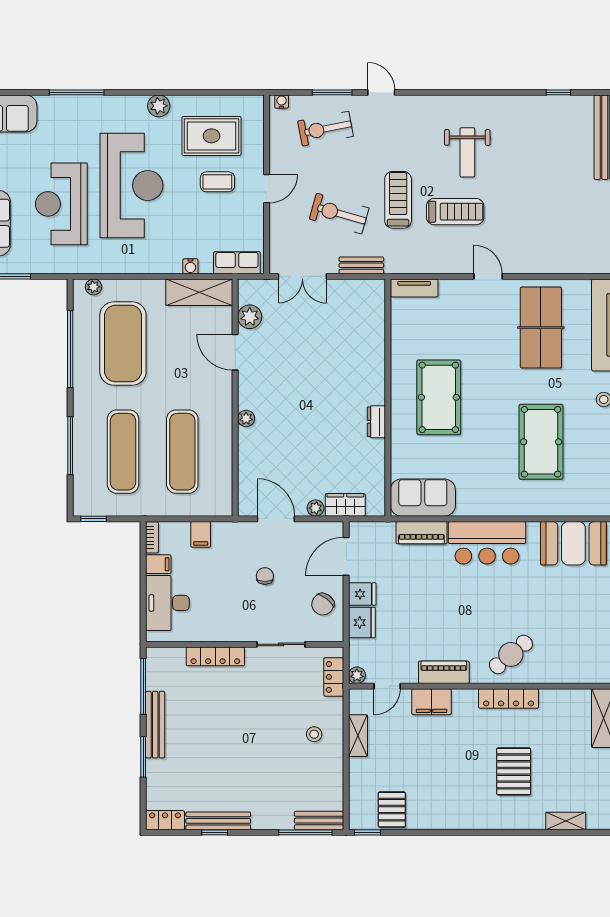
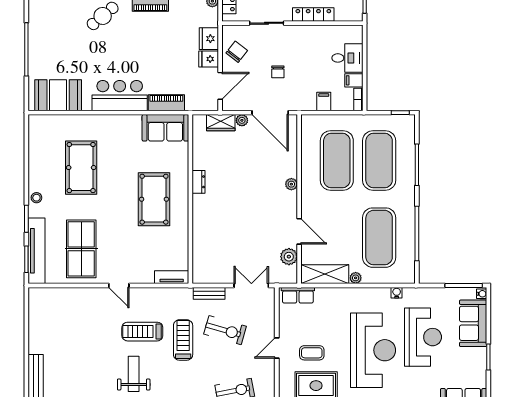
reception desk: (131, 185) -> (373, 350), turned 180
treadmill: (398, 200) -> (183, 340), turned 180
water cooler: (190, 266) -> (397, 293), moved
plant: (94, 287) -> (356, 278), moved
exercise mat: (123, 452) -> (379, 161), width x1.47
exercise mat: (182, 452) -> (337, 161), width x1.47
door: (276, 519) -> (270, 113), width x1.36
desk: (167, 603) -> (347, 58), width x0.73

